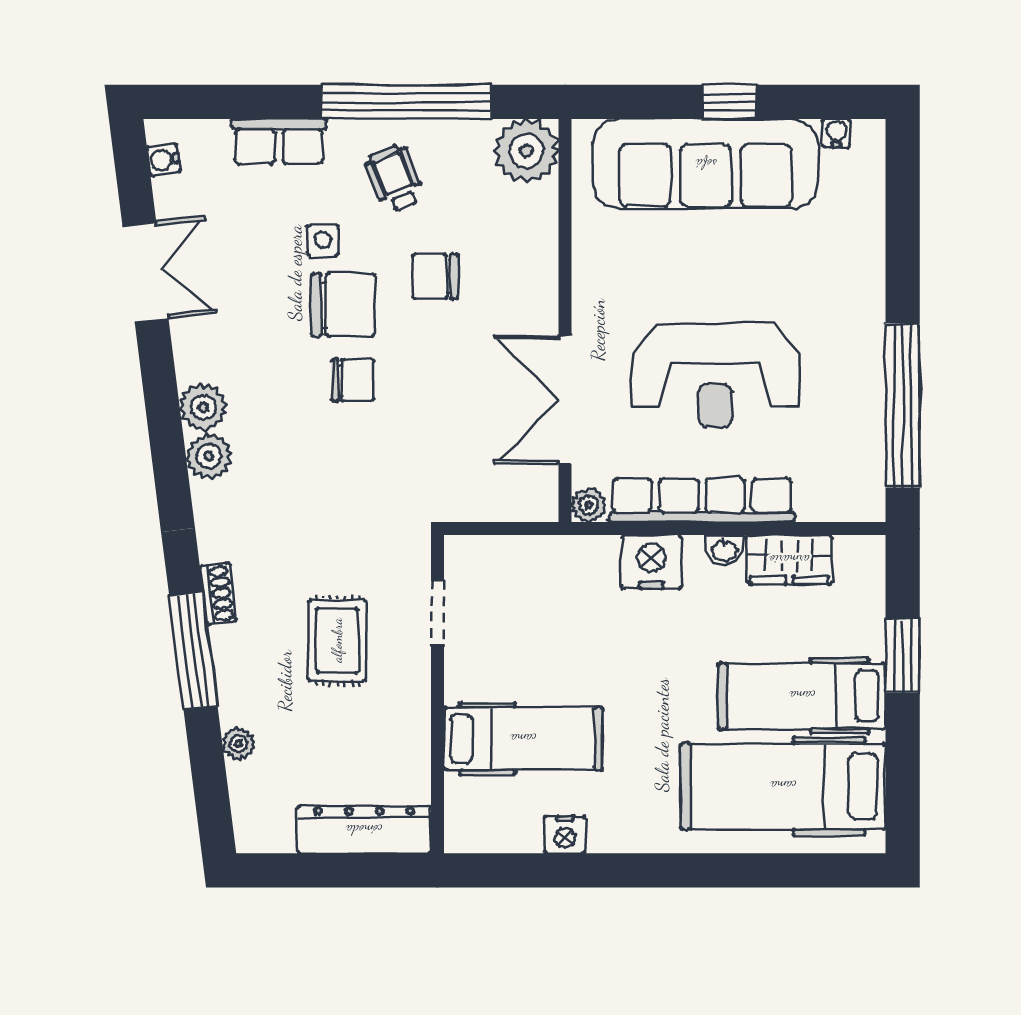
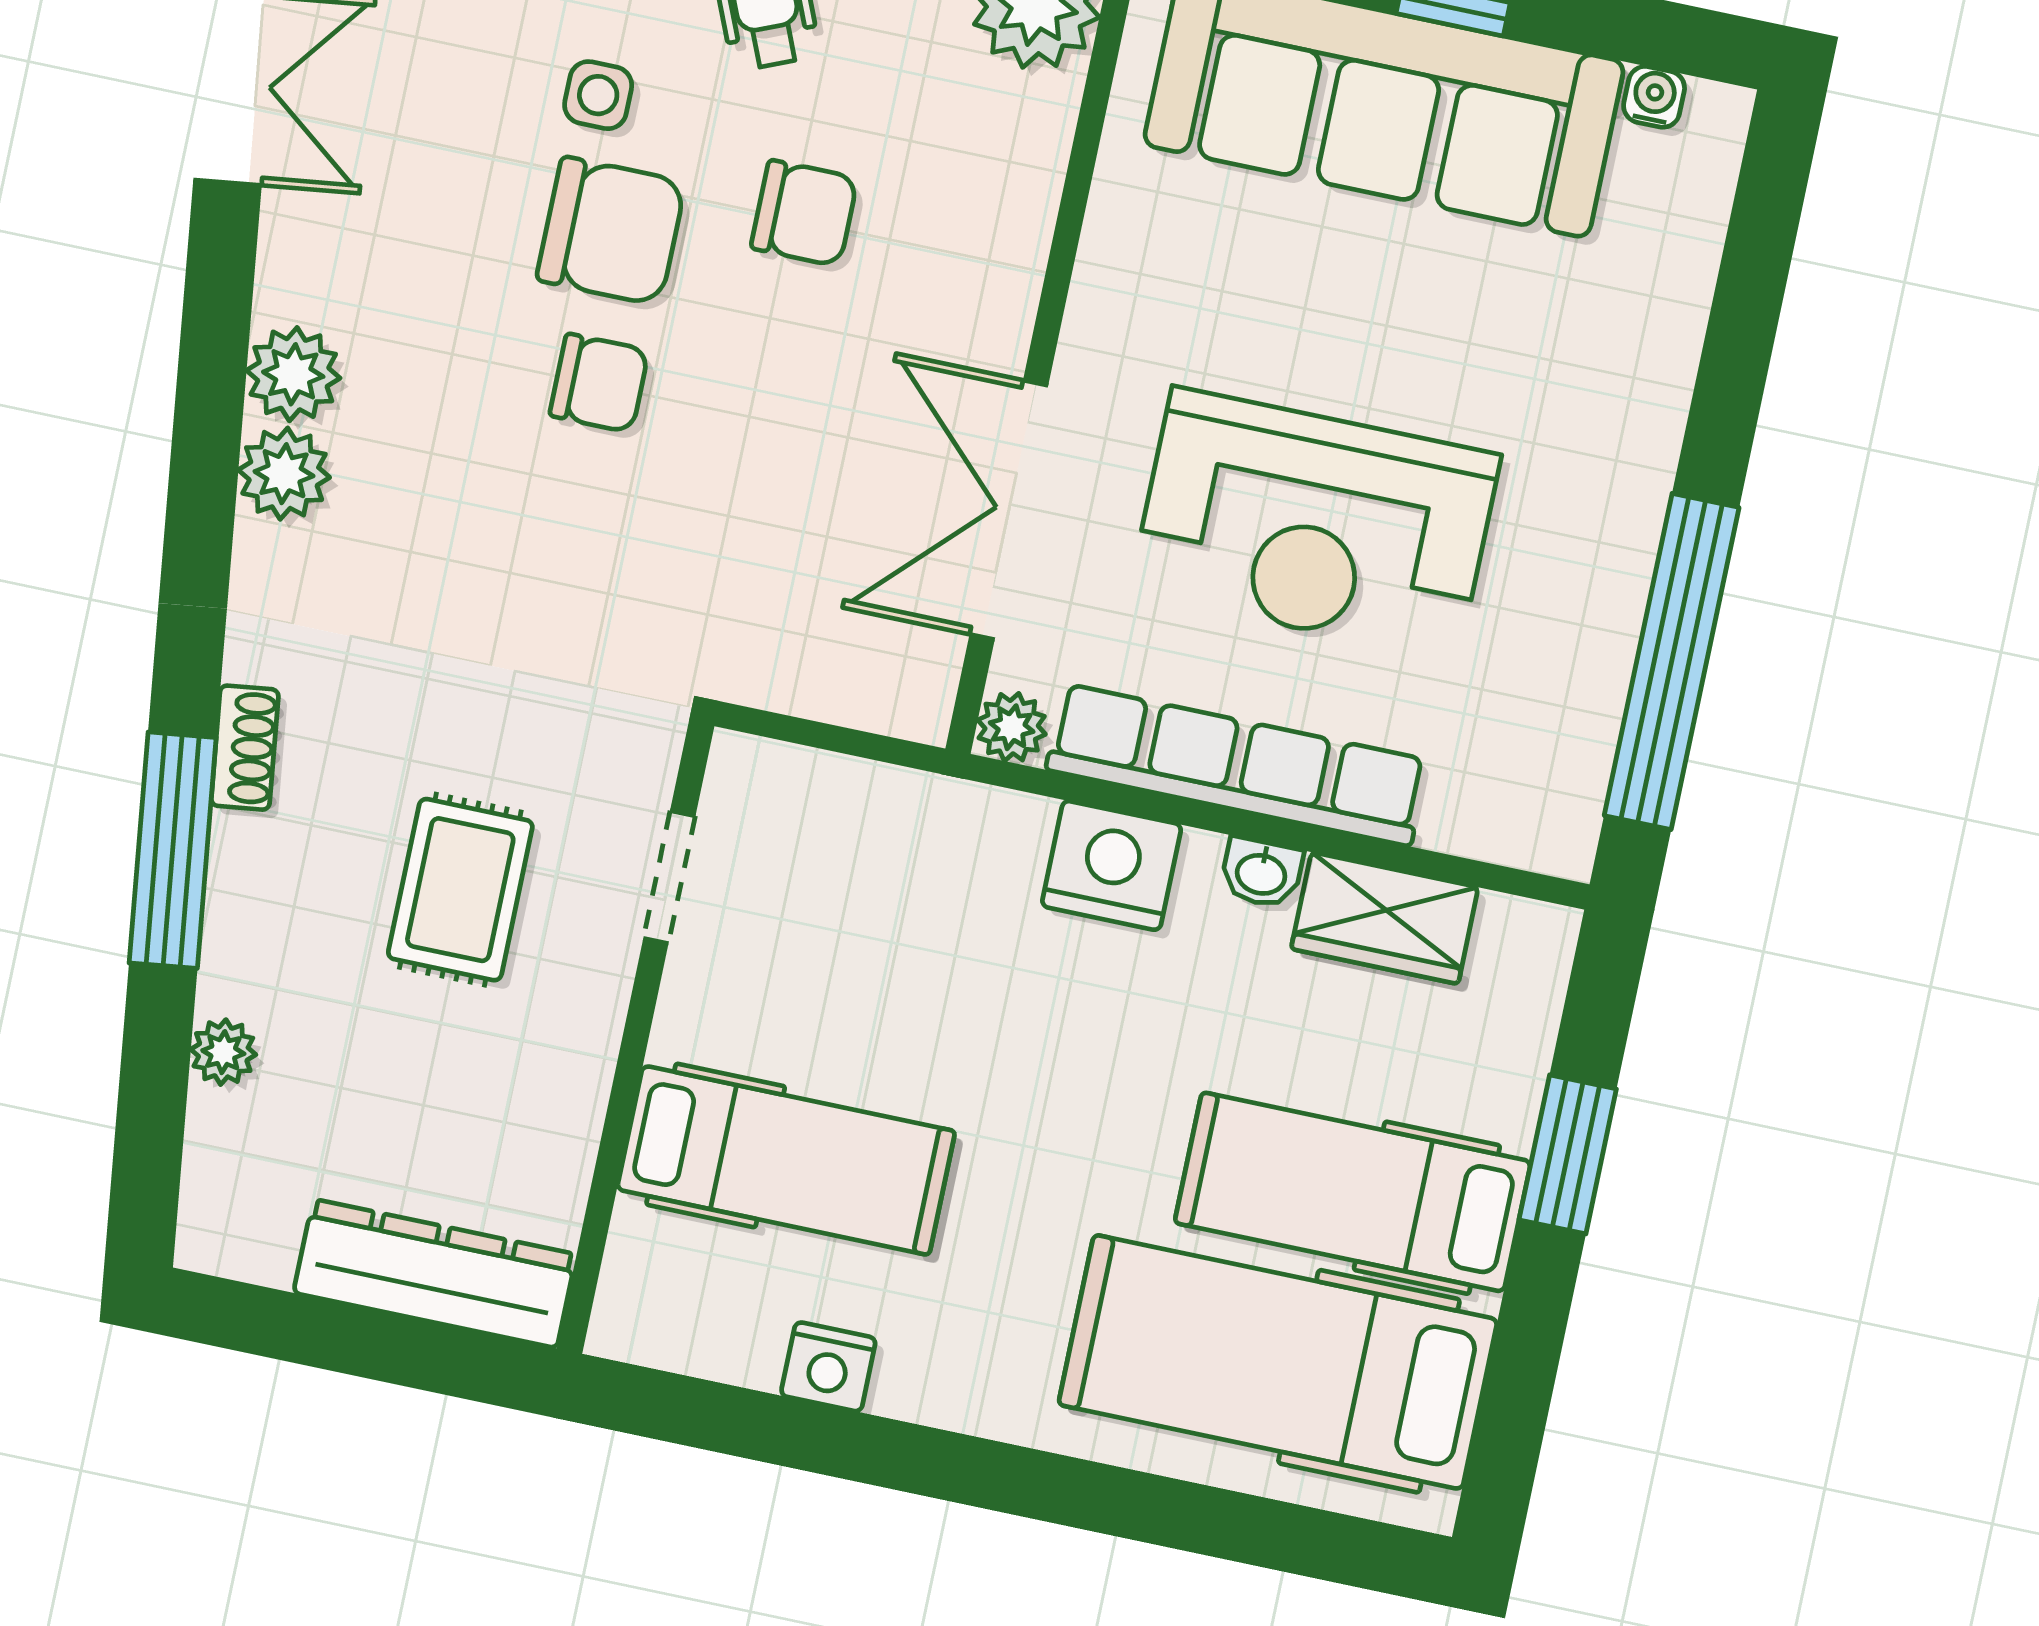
chair: (435, 276) -> (804, 213), turned 180

